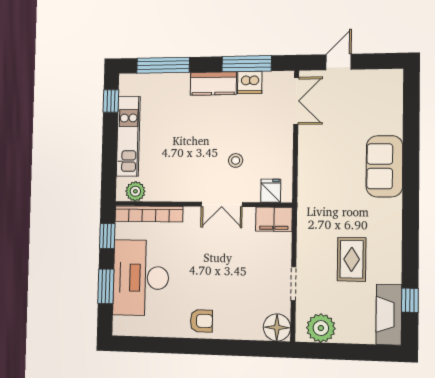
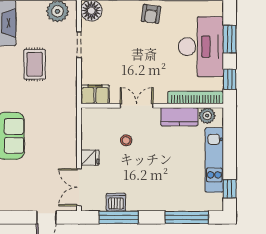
kitchen counter: (213, 83) -> (179, 117), moved, turned 180
fridge: (271, 191) -> (90, 157), moved, turned -90
armchair: (201, 321) -> (151, 14), turned -82

